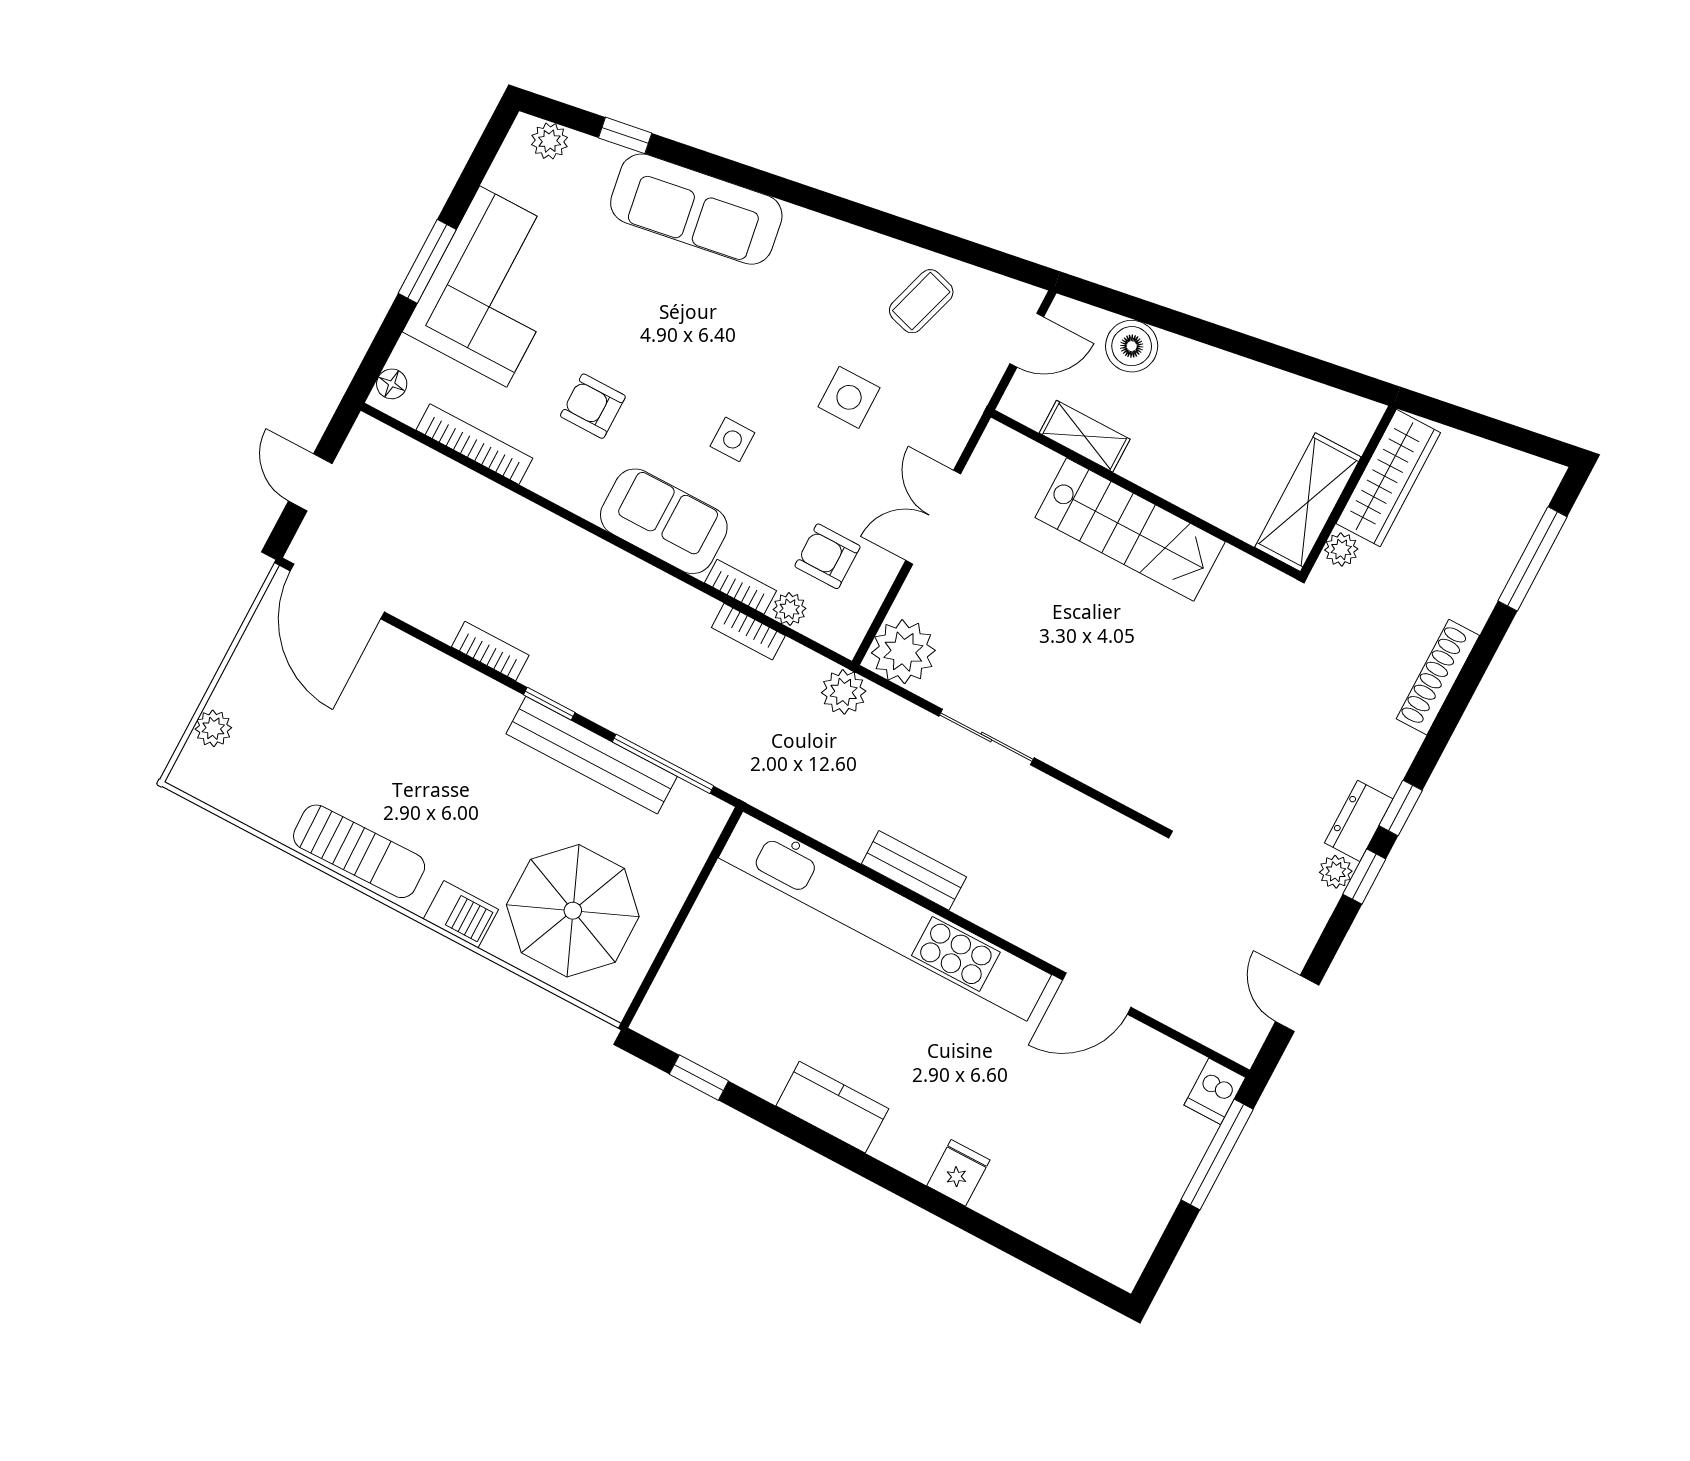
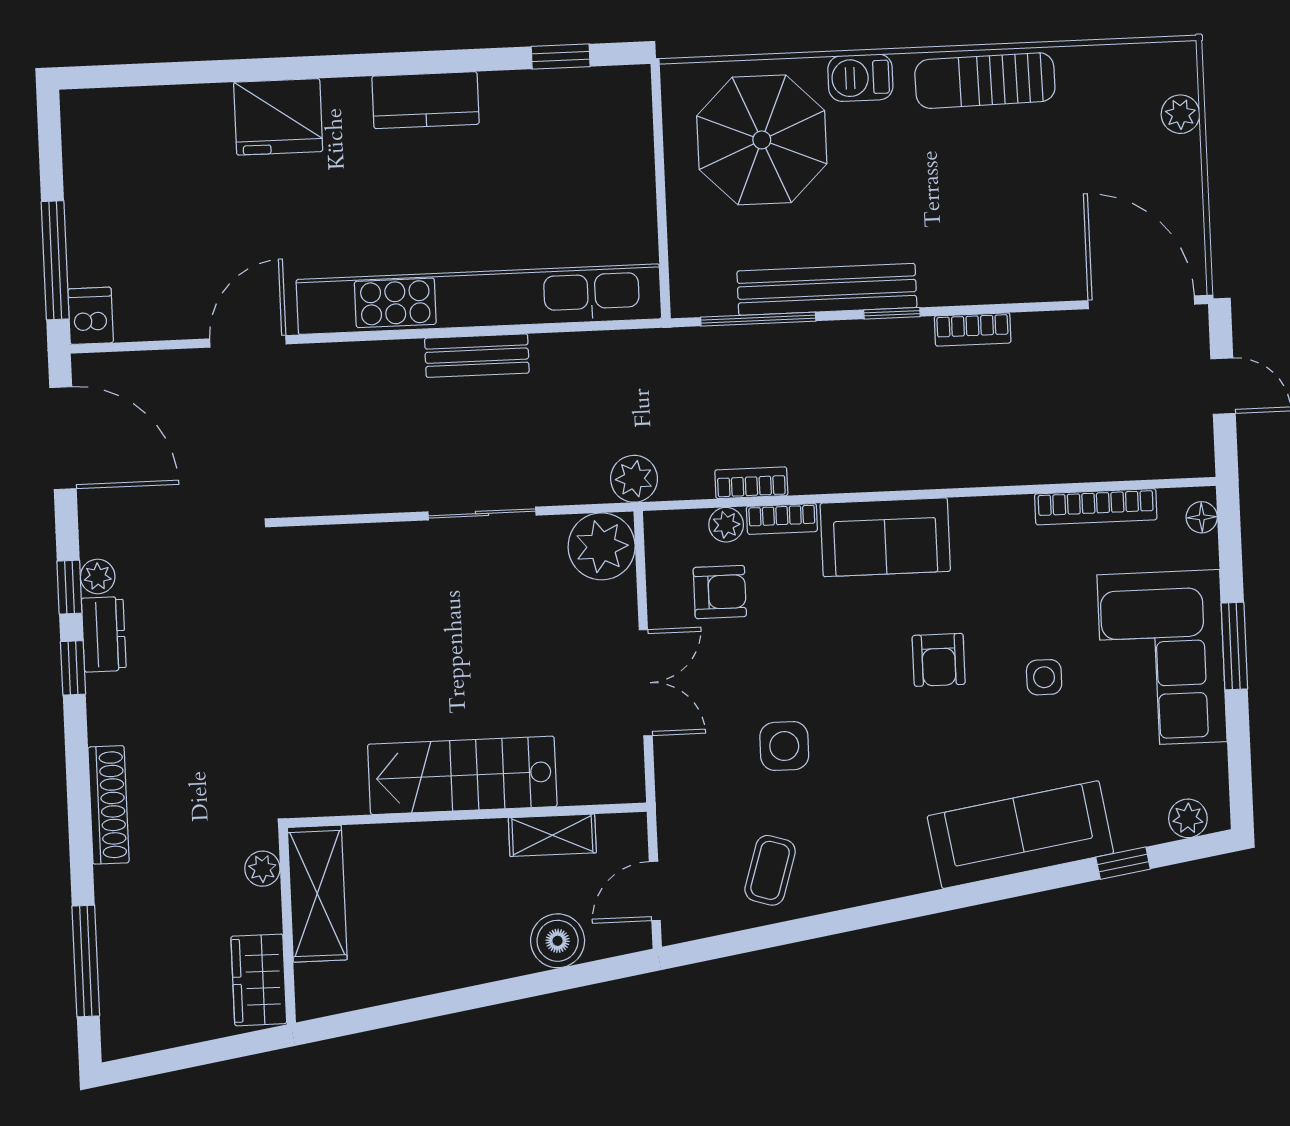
armchair: (593, 406) -> (939, 660), moved, turned 90
side table: (732, 439) -> (1044, 677), moved
wardrobe: (1388, 478) -> (259, 980), width x0.67
door: (1297, 1003) -> (63, 438), width x1.87
fridge: (958, 1173) -> (278, 117), width x1.88, depth x1.34

